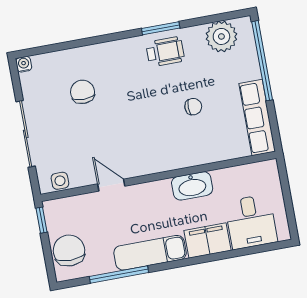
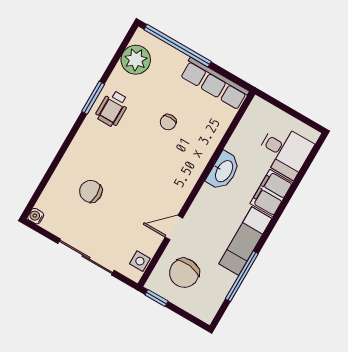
wheelchair: (165, 52) -> (112, 109), turned 180
chair: (193, 107) -> (168, 122), turned 180
chair: (69, 250) -> (184, 273), moved, turned -83

